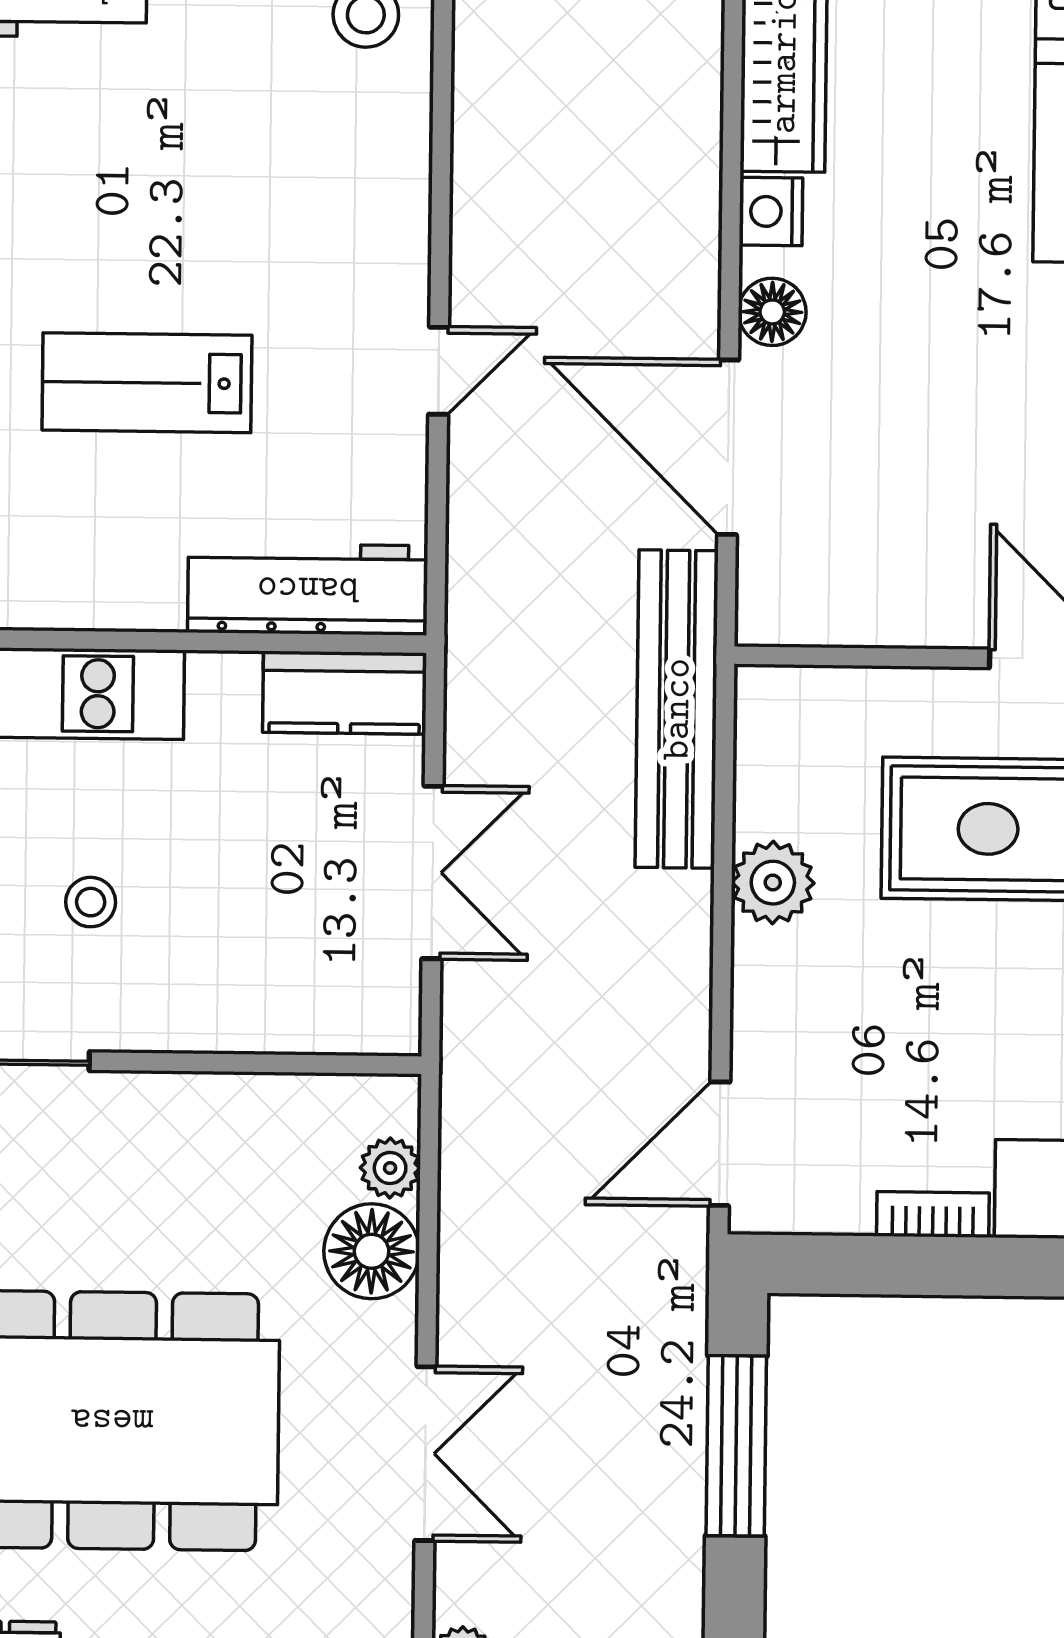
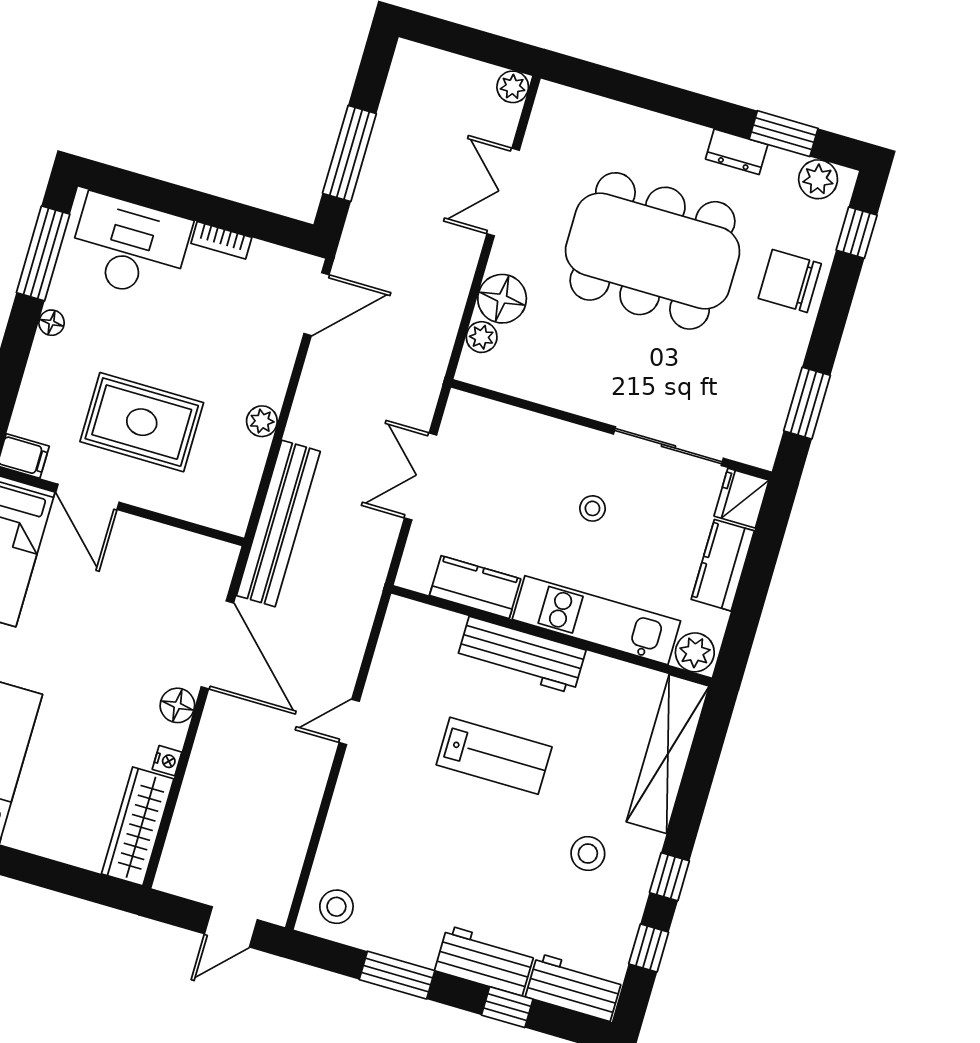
nightstand: (771, 211) -> (167, 761), width x0.72, depth x0.74
workbench: (308, 589) -> (521, 655), moved
kitchen counter: (345, 693) -> (475, 587), moved
plant: (773, 883) -> (262, 421), width x0.73, depth x0.73

